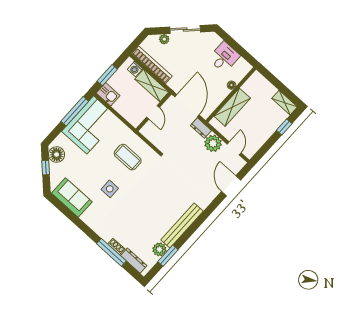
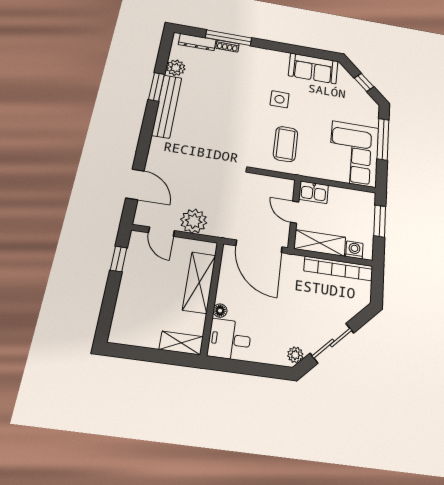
plant: (164, 39) -> (295, 355), moved
desk: (224, 57) -> (230, 340), moved, turned 90
kitchen sink: (108, 94) -> (314, 192), moved
shelving: (285, 103) -> (181, 343), moved
window: (75, 111) -> (383, 139), moved
window: (284, 127) -> (119, 259), moved
dresser: (201, 128) -> (222, 230), removed
floor lamp: (57, 154) -> (364, 102), removed
coffee table: (128, 157) -> (286, 144), turned 90
window: (168, 256) -> (157, 87), moved

